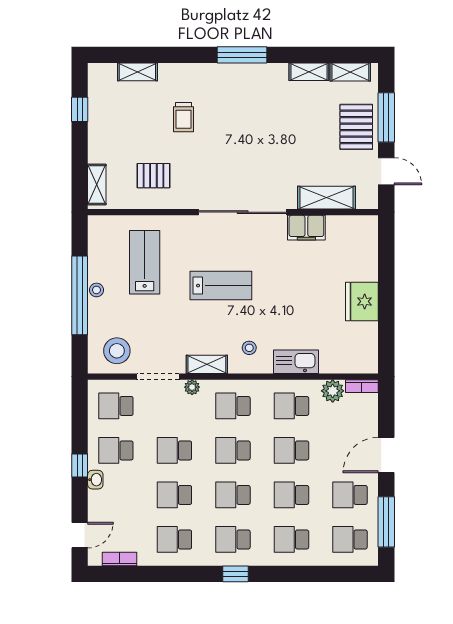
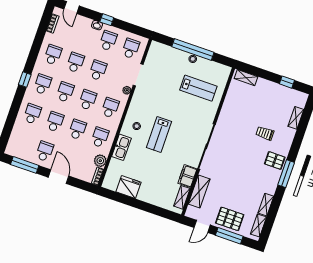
pallet: (153, 176) -> (275, 160), moved, turned 90
lab bench: (221, 286) -> (159, 135), moved
fridge: (362, 301) -> (128, 187), moved
stool: (117, 351) -> (158, 59), removed
shelving: (207, 364) -> (182, 197), moved
school desk: (350, 539) -> (22, 143), removed

